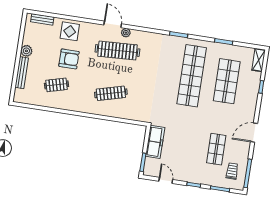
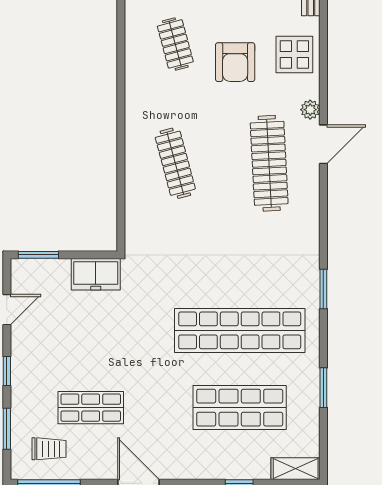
plant: (126, 33) -> (310, 110), moved
freezer: (155, 142) -> (96, 274), width x0.71

